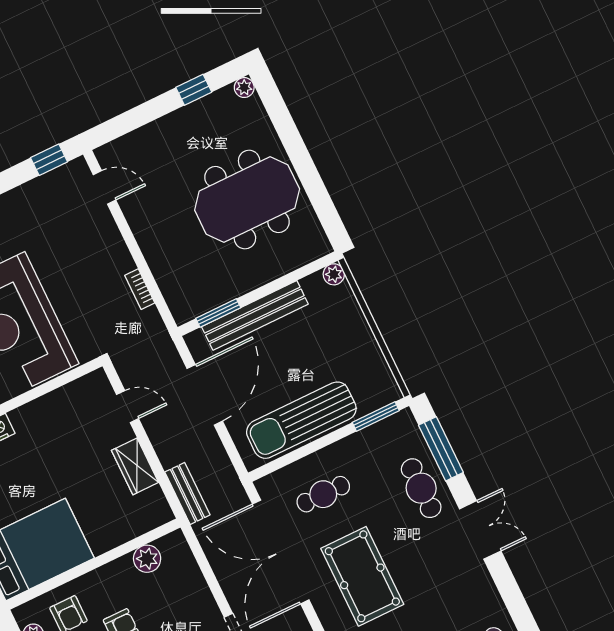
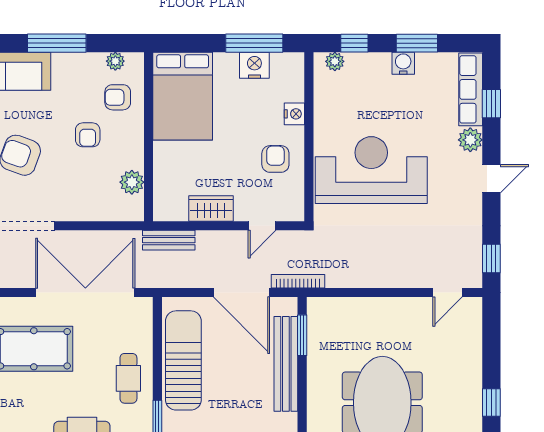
bookcase: (140, 289) -> (298, 281), moved, width x1.56
armchair: (54, 426) -> (275, 159), added
cafe table: (323, 494) -> (128, 378), moved

